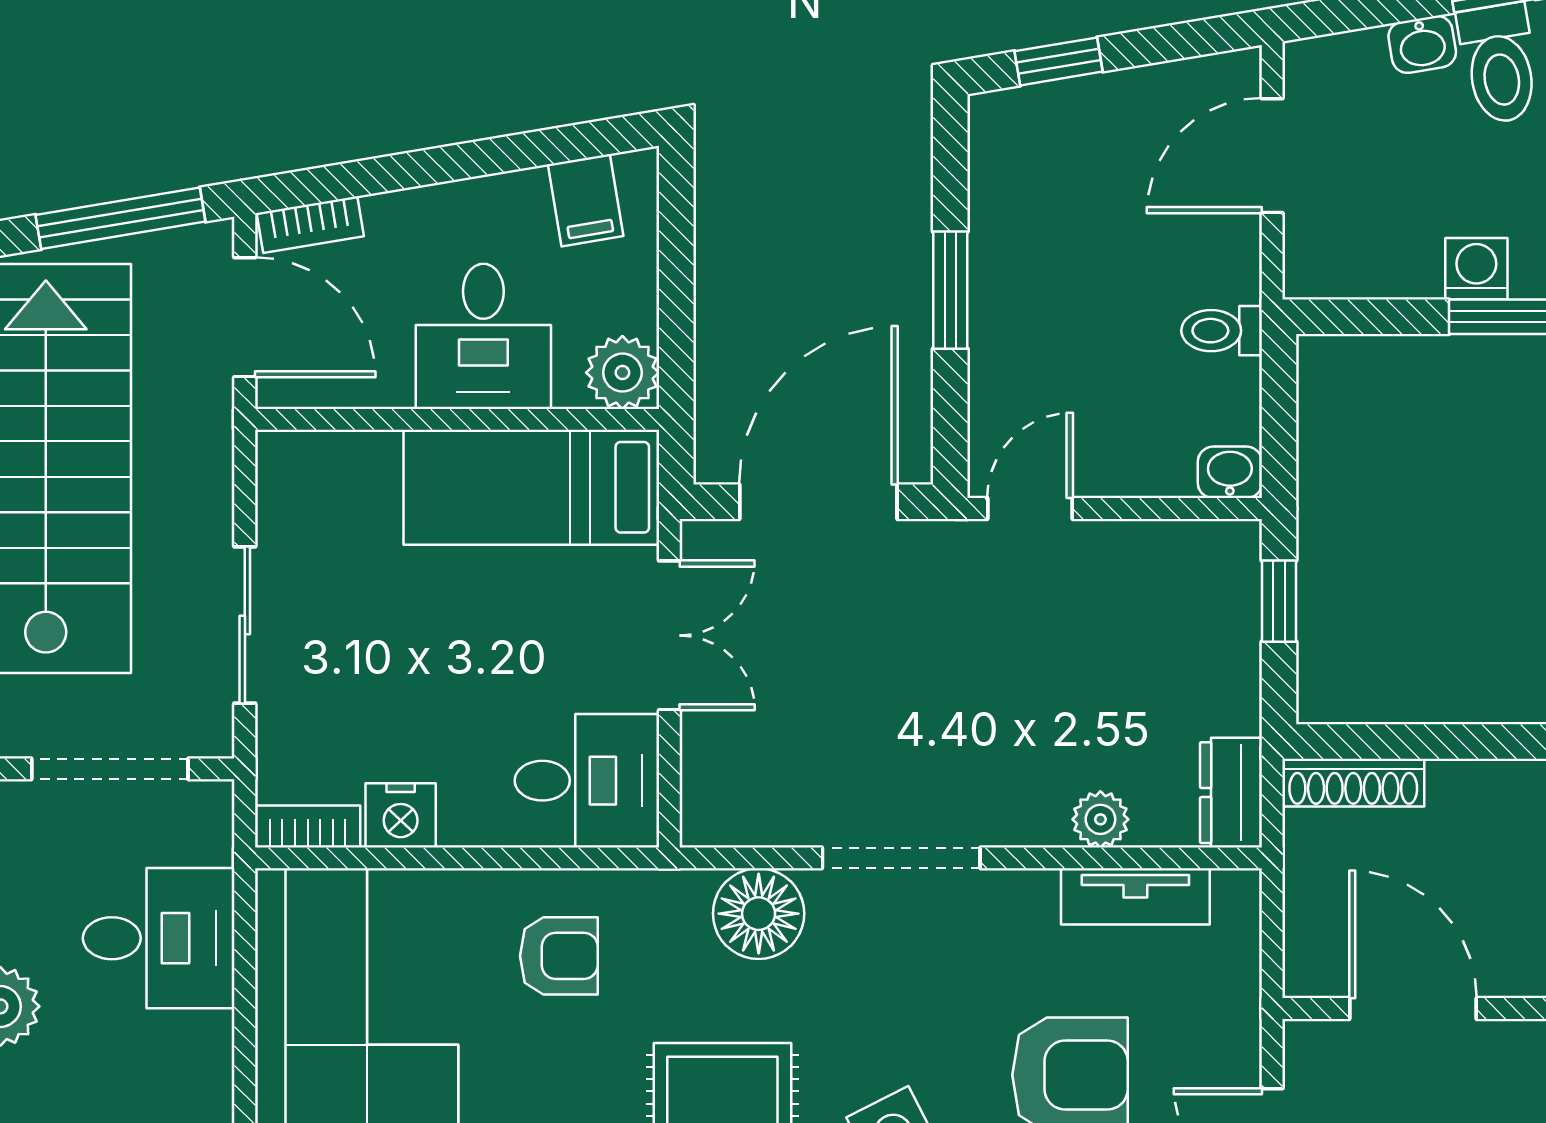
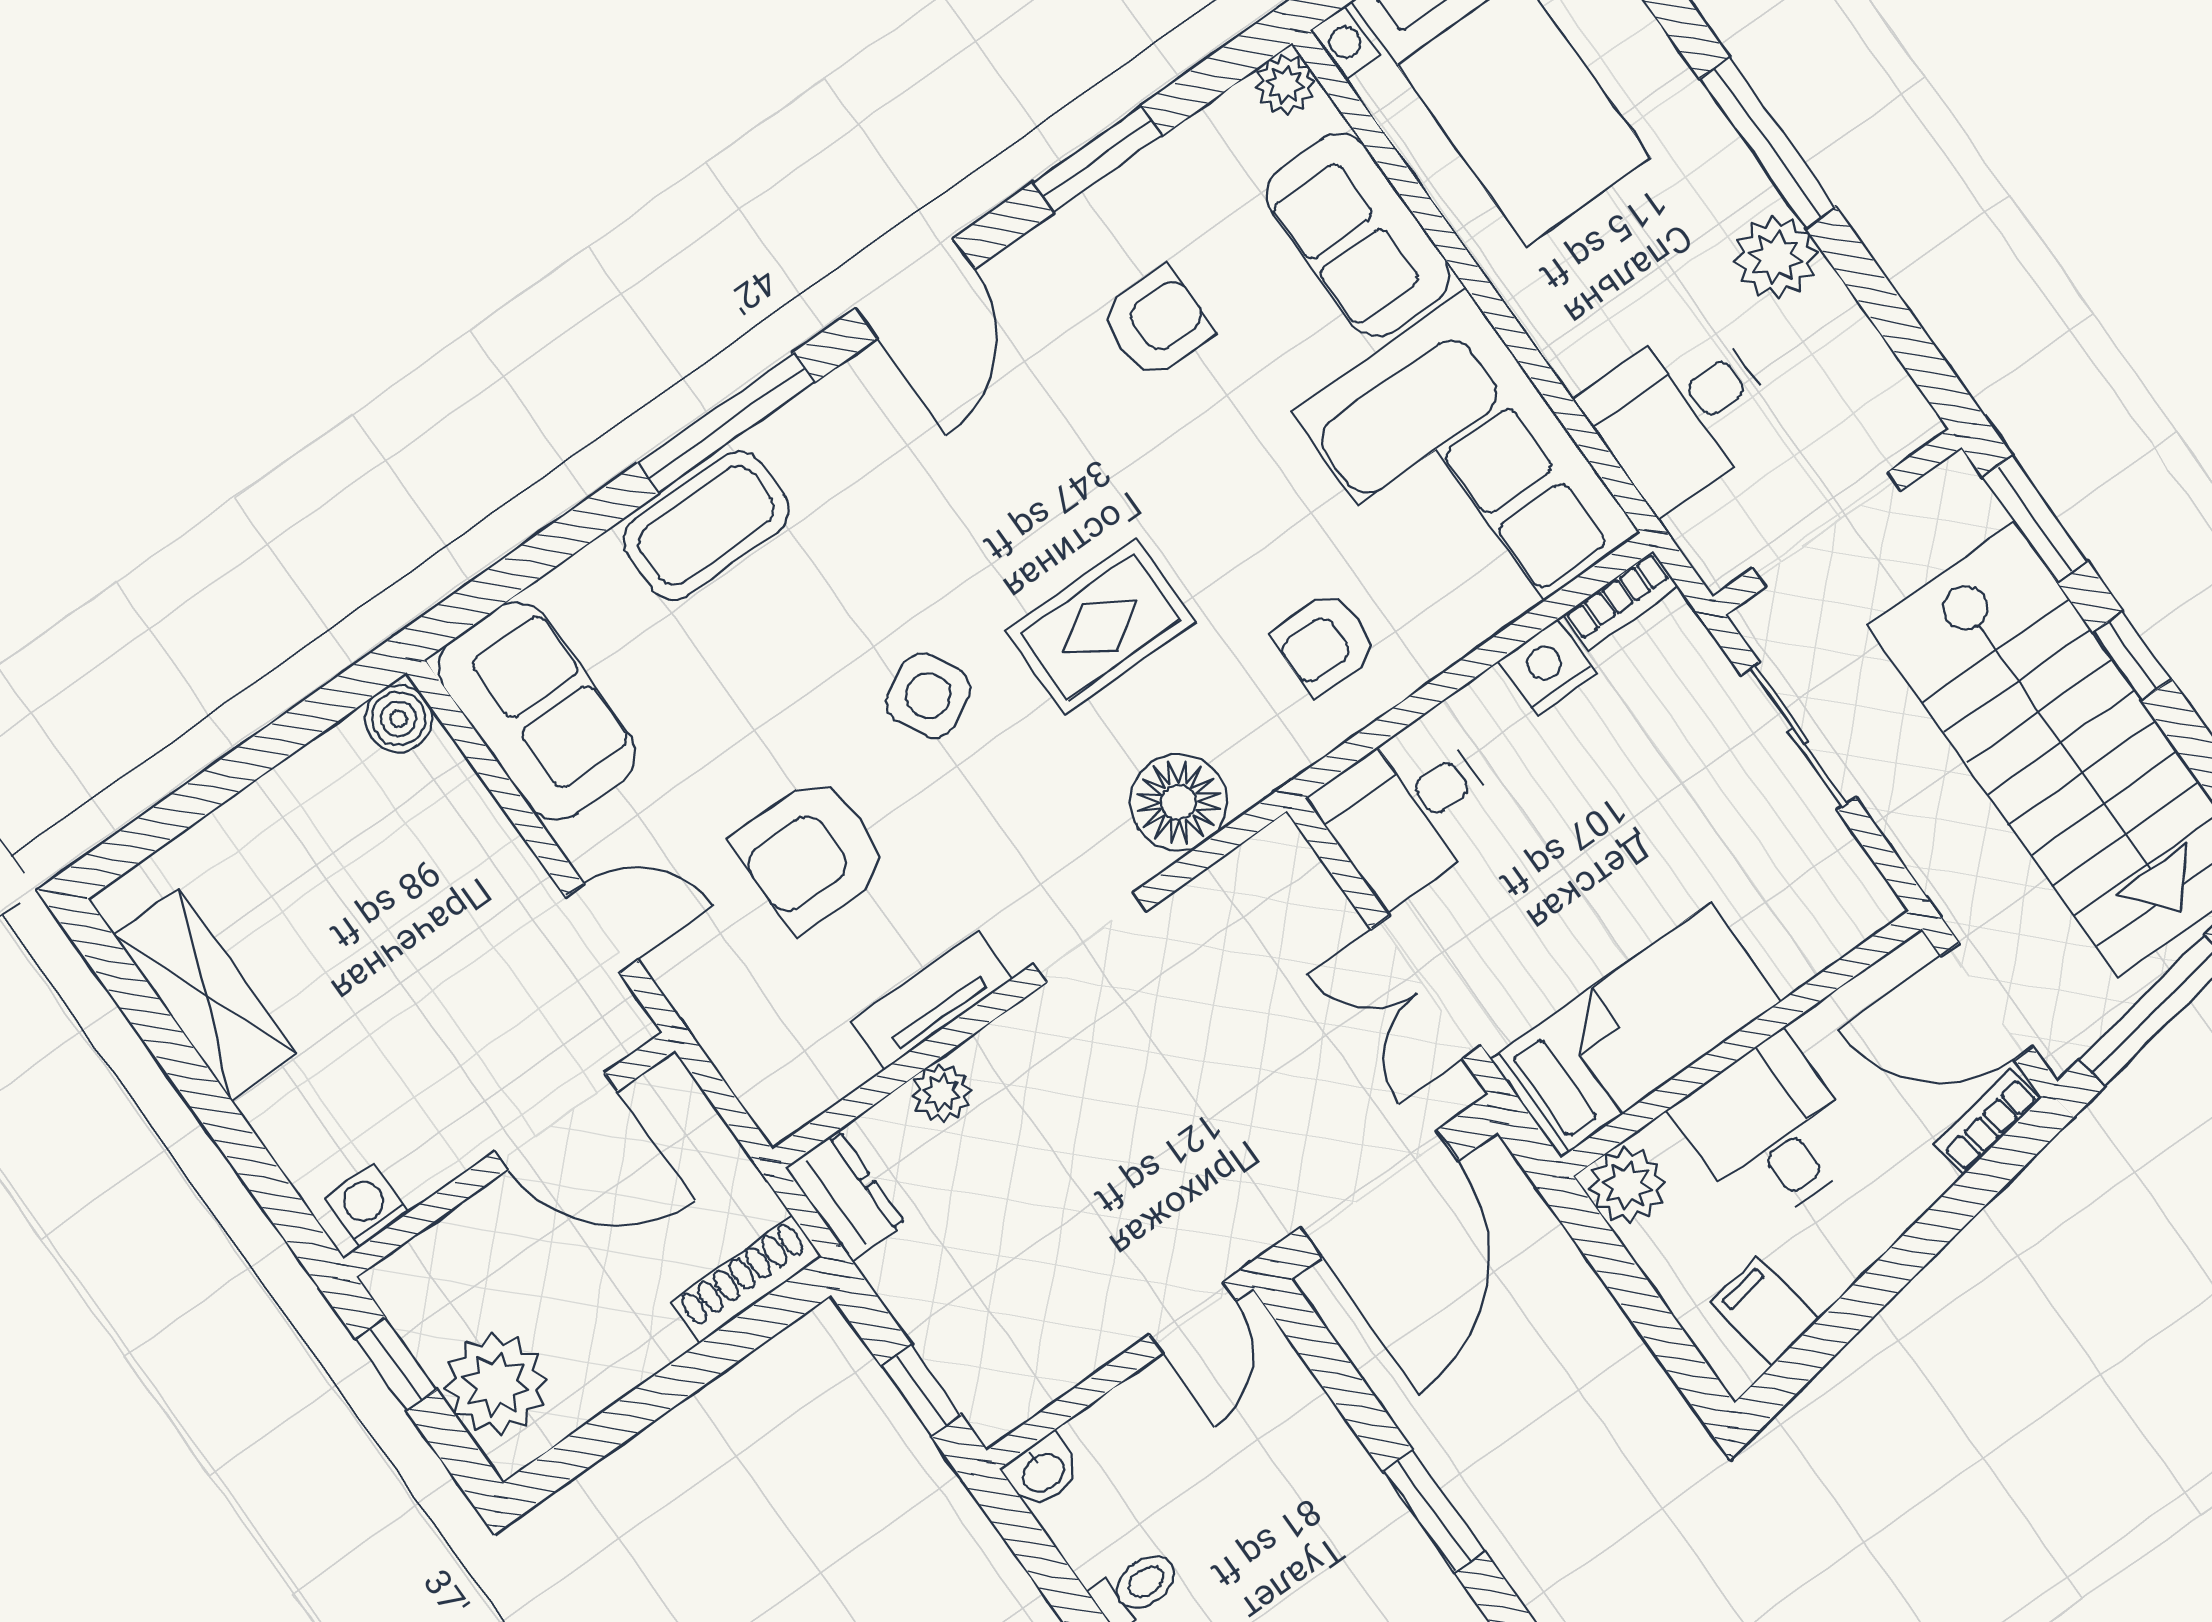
window: (950, 290) -> (1434, 1511), moved
doorway: (901, 858) -> (1090, 938), width x0.73
tv unit: (1135, 896) -> (931, 1000), moved

